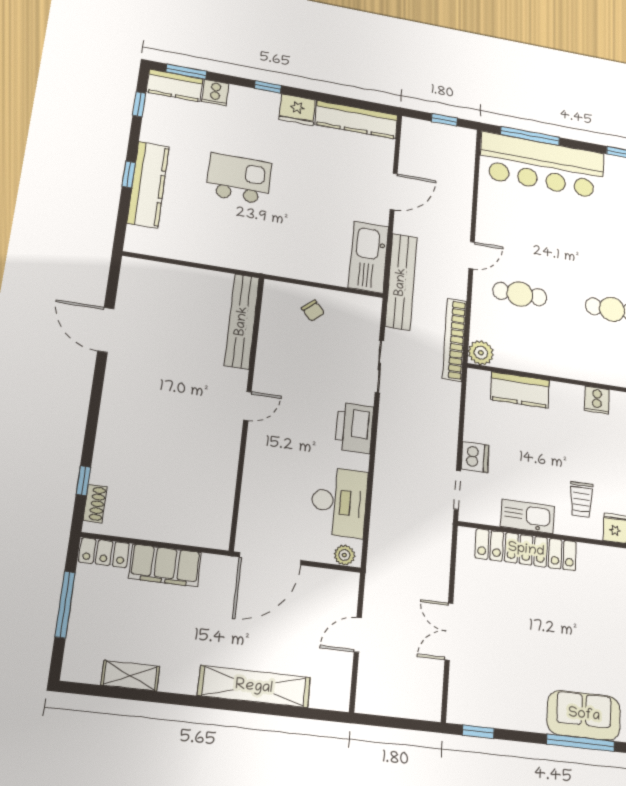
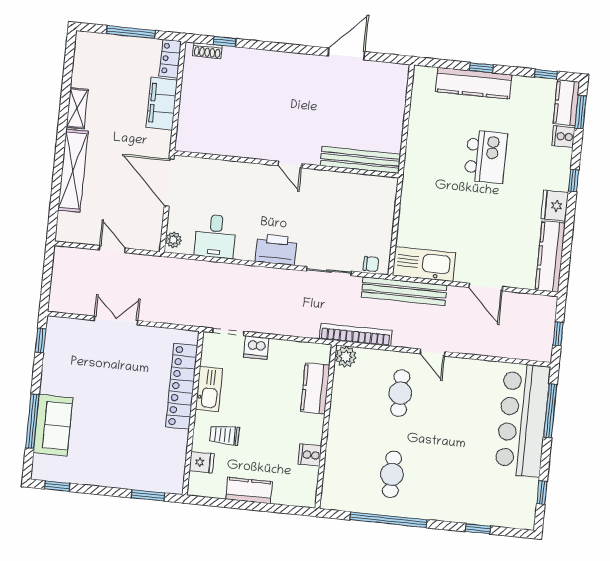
chair: (313, 311) -> (371, 264), moved, turned -139
desk: (339, 502) -> (215, 236), width x0.73
shelving: (130, 676) -> (77, 108), moved

